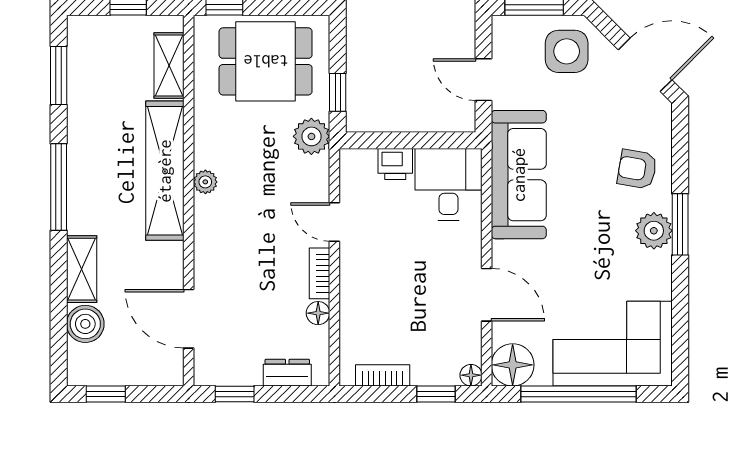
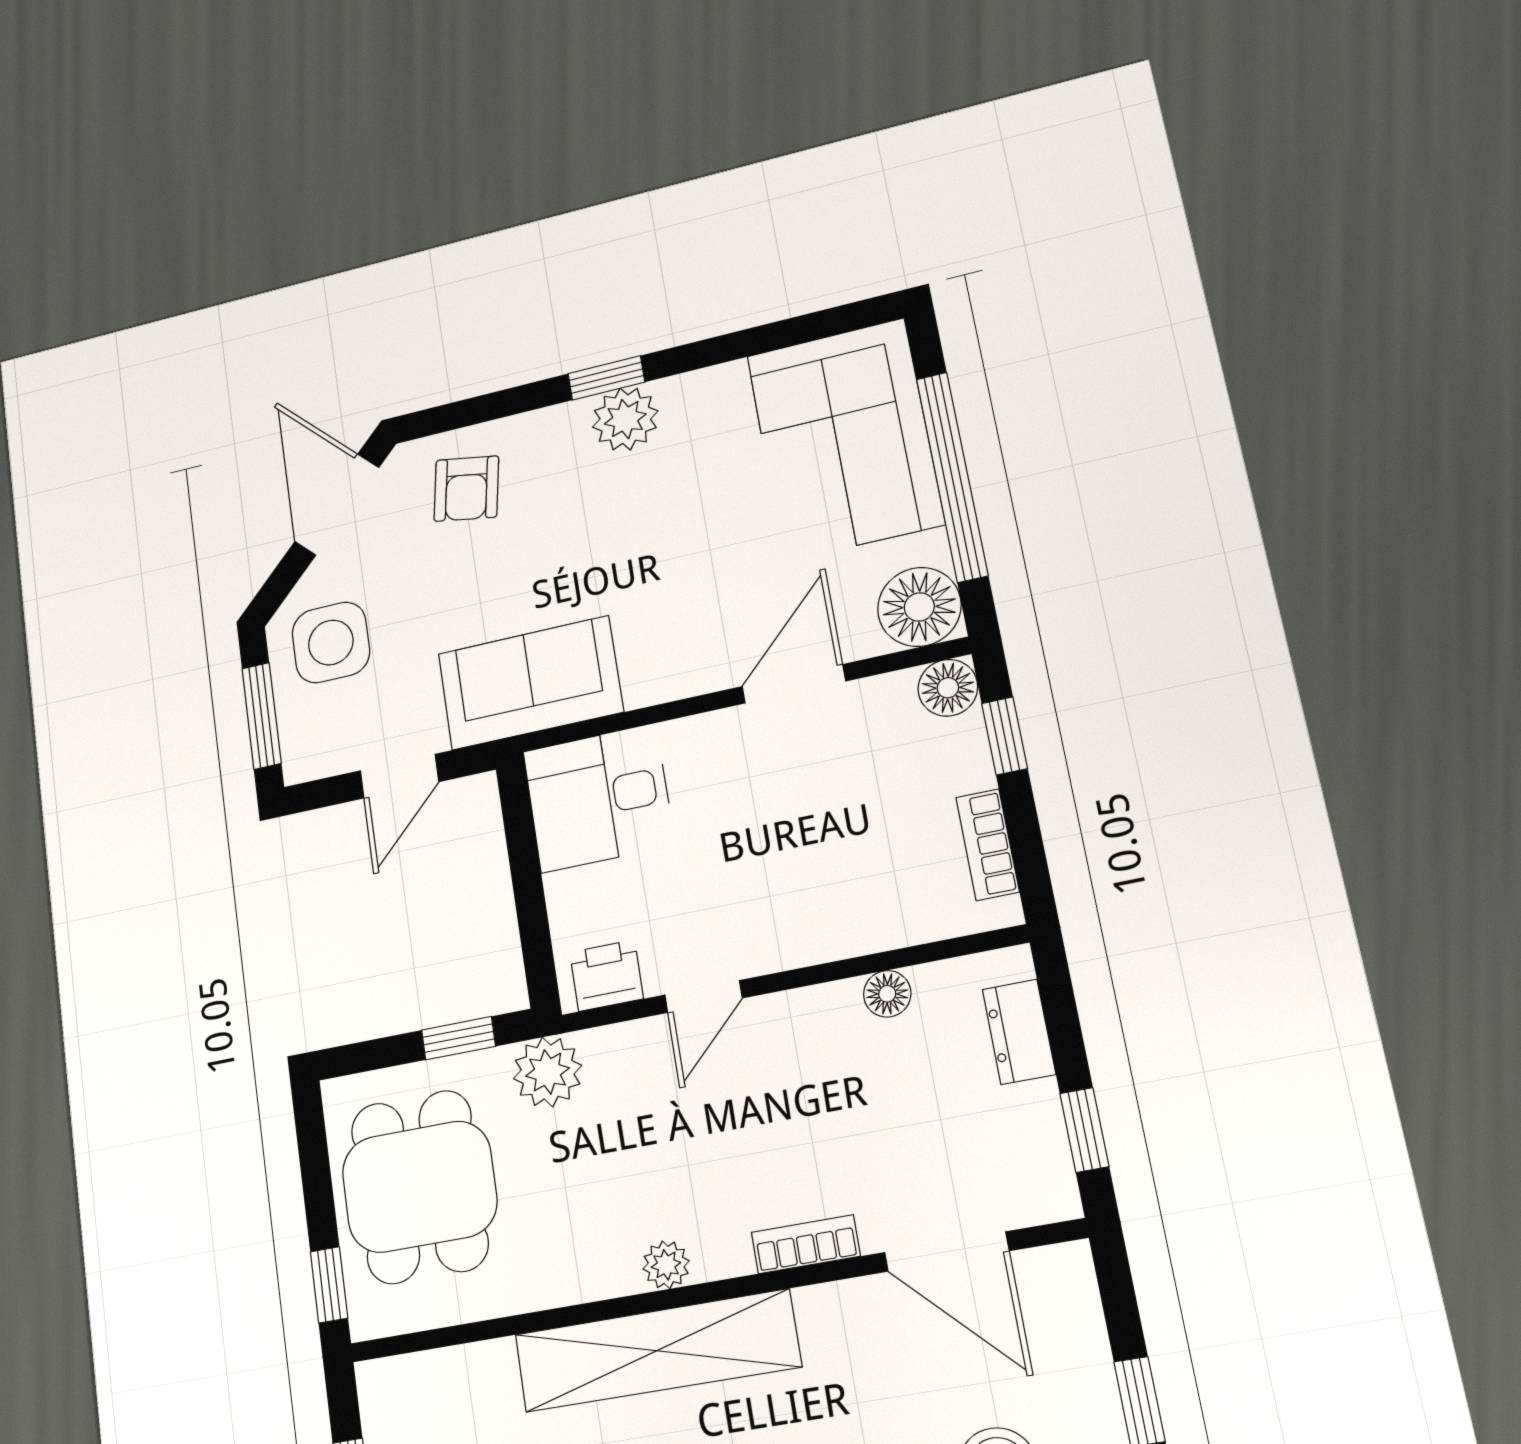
shelving: (169, 66) -> (452, 1376), removed
printer: (395, 164) -> (606, 975), moved, turned -90
armchair: (637, 169) -> (466, 489), moved
sofa: (519, 175) -> (530, 683), width x0.73
window: (680, 224) -> (606, 378), width x0.67
bookcase: (320, 273) -> (806, 1244), moved, turned 180
door: (189, 319) -> (947, 1252), hinge flipped
floor lamp: (471, 375) -> (948, 688), width x1.37, depth x1.37

